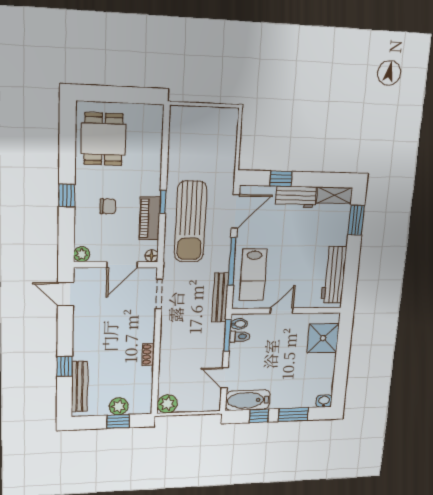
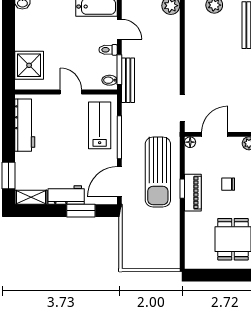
window: (281, 179) -> (81, 211), width x1.50
piano: (150, 218) -> (193, 193), moved
sun lounger: (191, 222) -> (158, 172), turned 180
bench: (220, 297) -> (128, 80), moved
door: (282, 311) -> (71, 92), swing flipped
toilet: (240, 337) -> (108, 50), moved
shoe rack: (148, 354) -> (190, 53), removed

